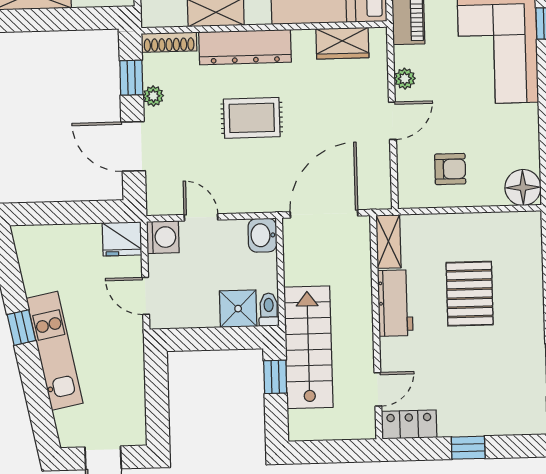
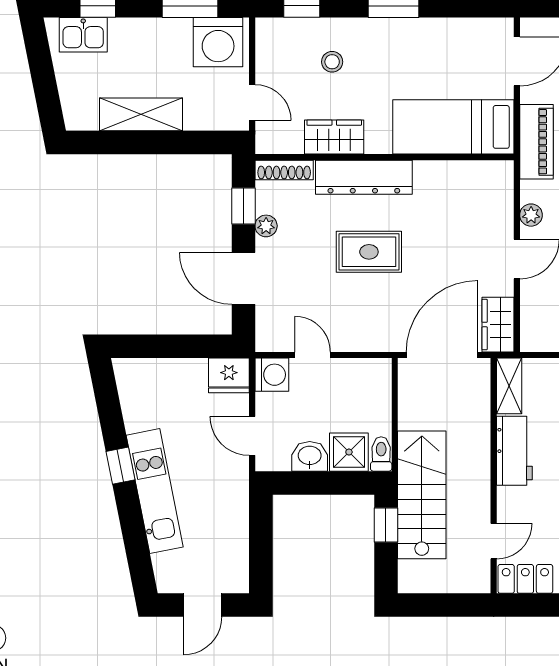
wardrobe: (342, 43) -> (498, 325), moved, turned 90
washbasin: (262, 235) -> (310, 456), moved, turned 90

